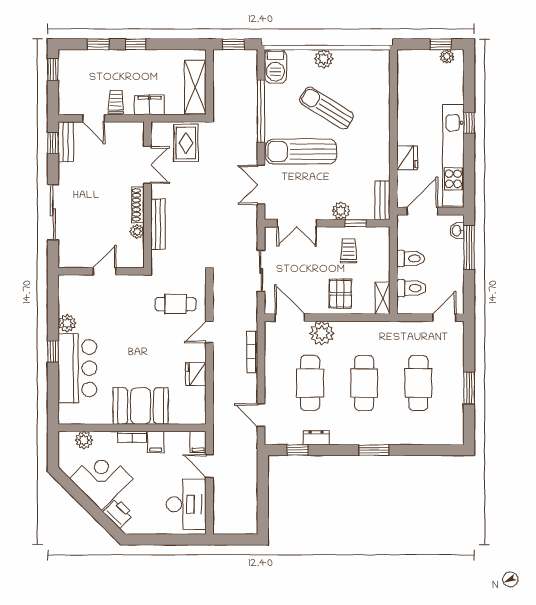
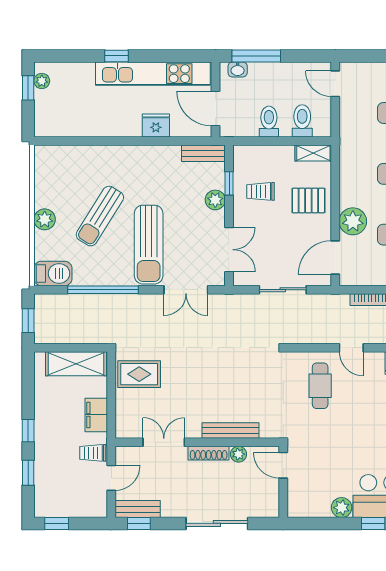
double door: (147, 165) -> (164, 442), moved
wall: (147, 195) -> (197, 442), moved
shoe rack: (138, 205) -> (209, 453), moved
bench: (158, 224) -> (230, 431), moved
plant: (137, 231) -> (238, 454), moved

